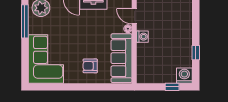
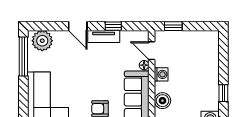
boiler: (144, 59) -> (162, 101), added

